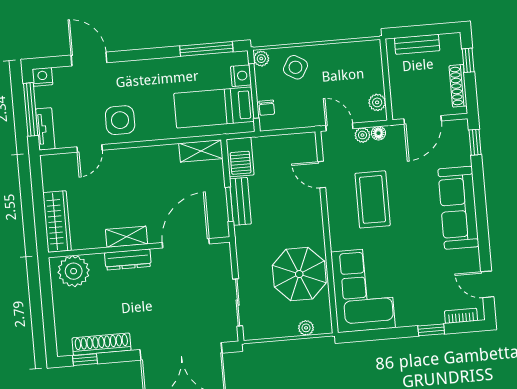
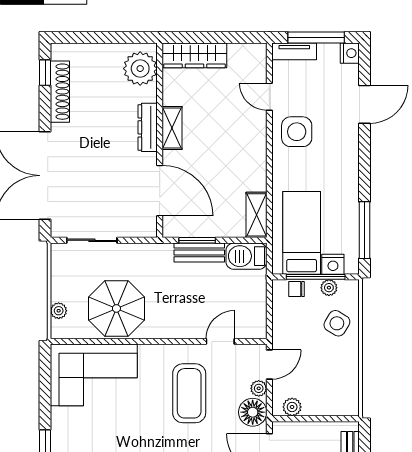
plant: (261, 59) -> (329, 288), moved
floor lamp: (378, 133) -> (253, 412), width x1.89, depth x1.89
coffee table: (373, 199) -> (189, 393), turned 90

